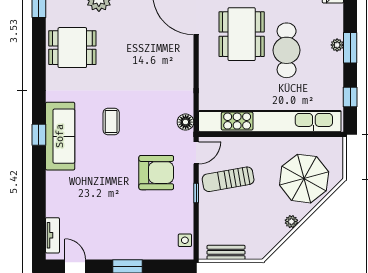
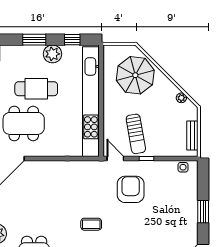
plant: (337, 45) -> (52, 54), moved, width x1.88, depth x1.88
floor lamp: (186, 122) -> (92, 167), removed
plant: (291, 222) -> (181, 98), moved

